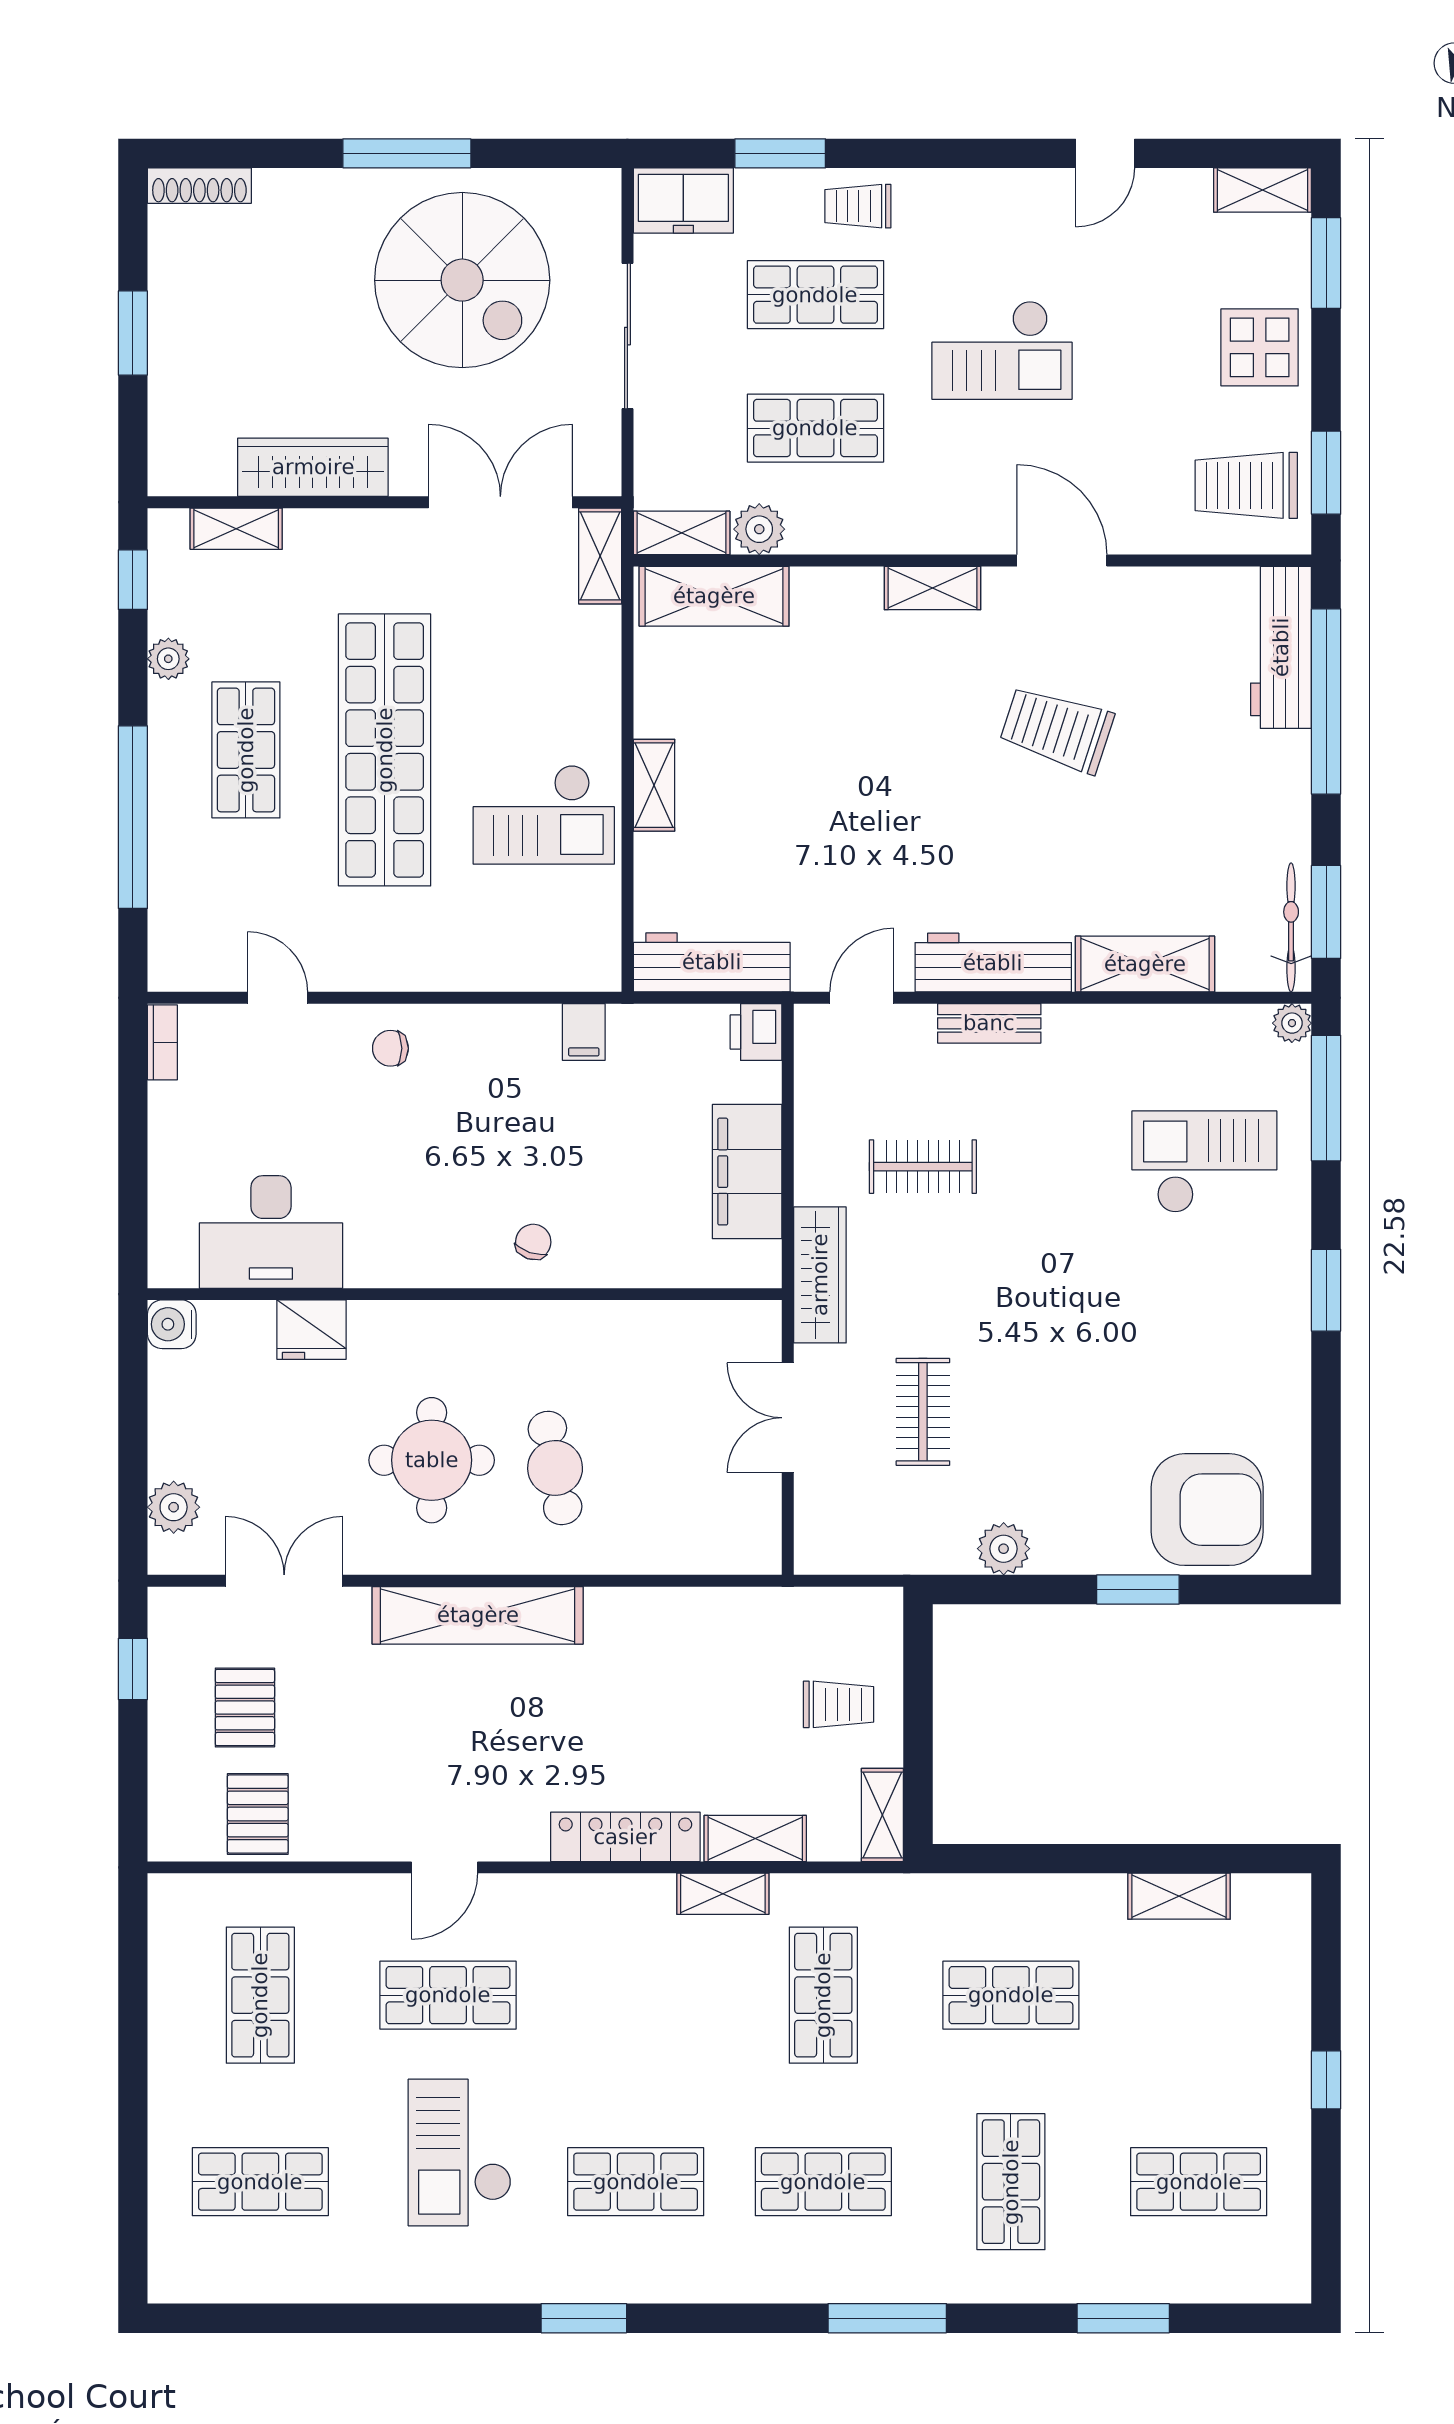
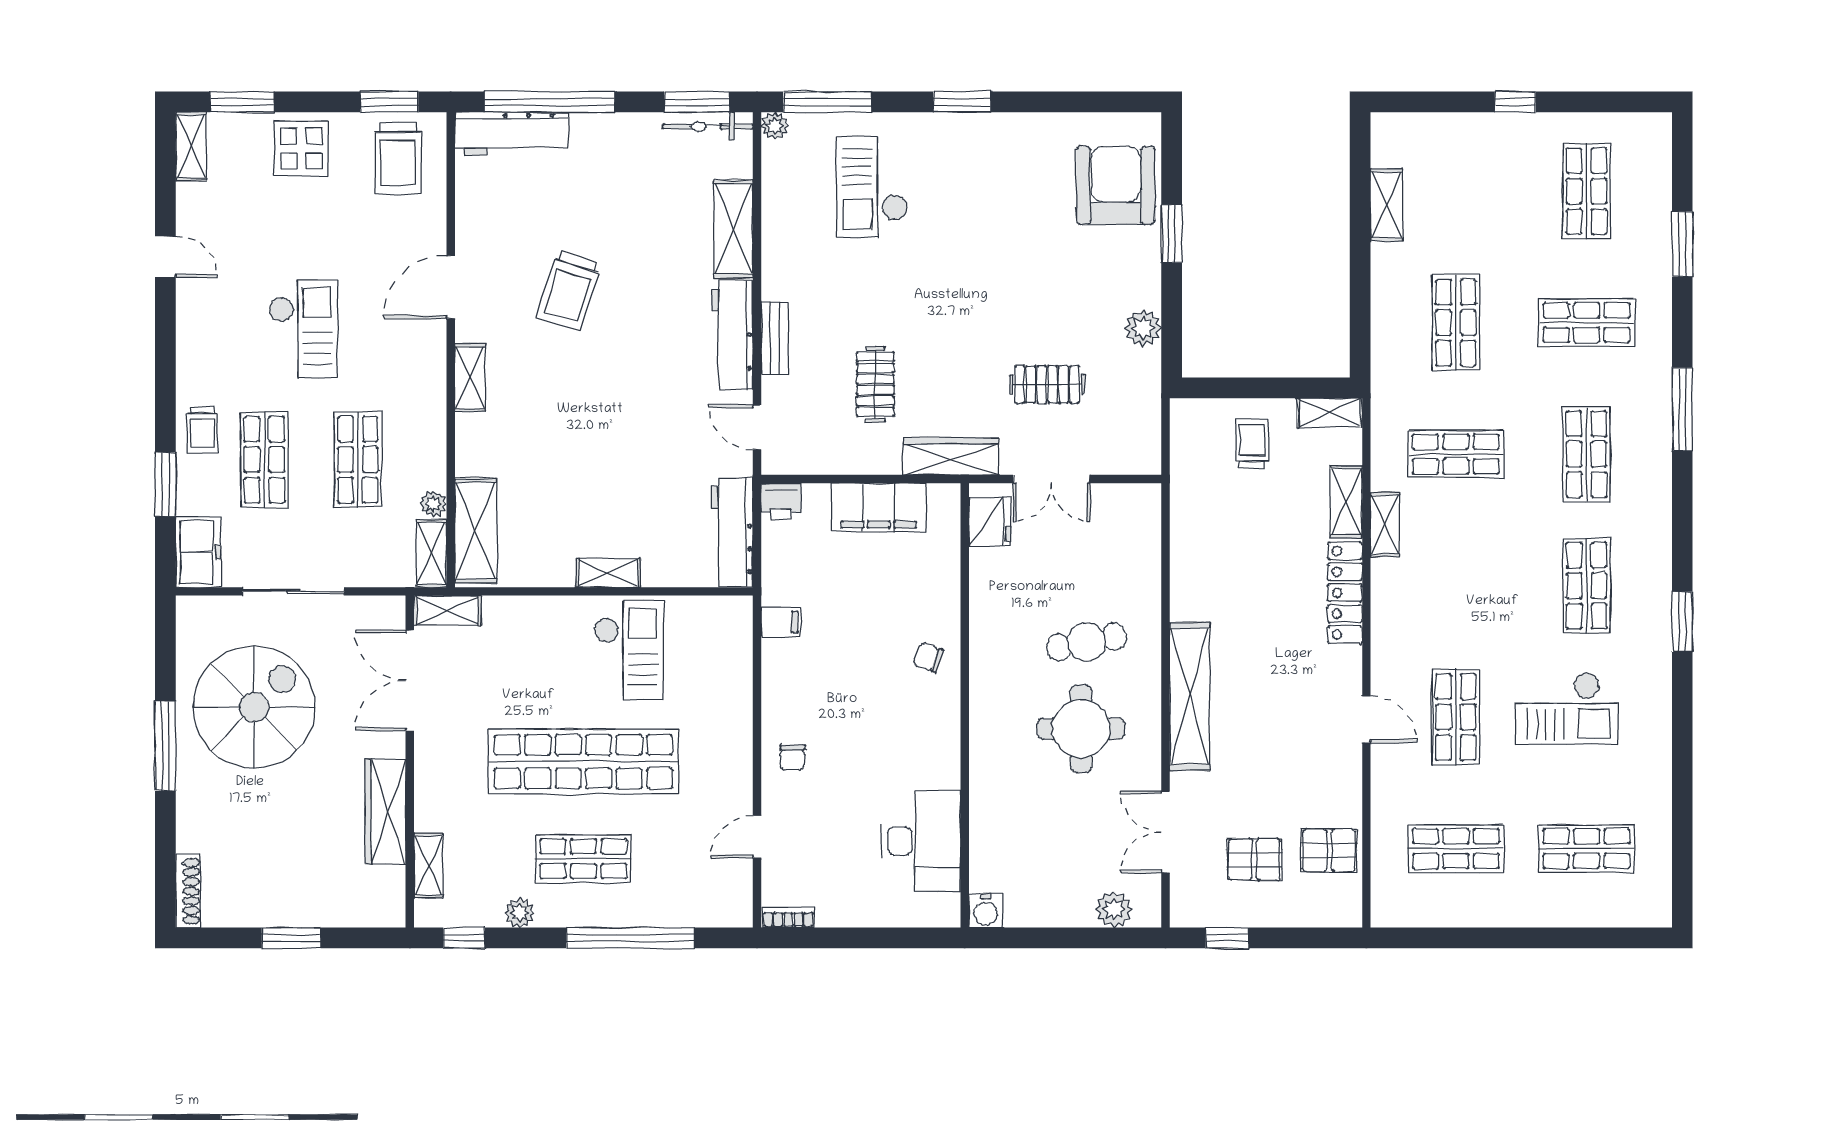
plant: (759, 529) -> (434, 504), width x0.73, depth x0.73
fridge: (311, 1330) -> (990, 521), moved
shop shelf: (260, 2182) -> (1587, 849), turned 90

